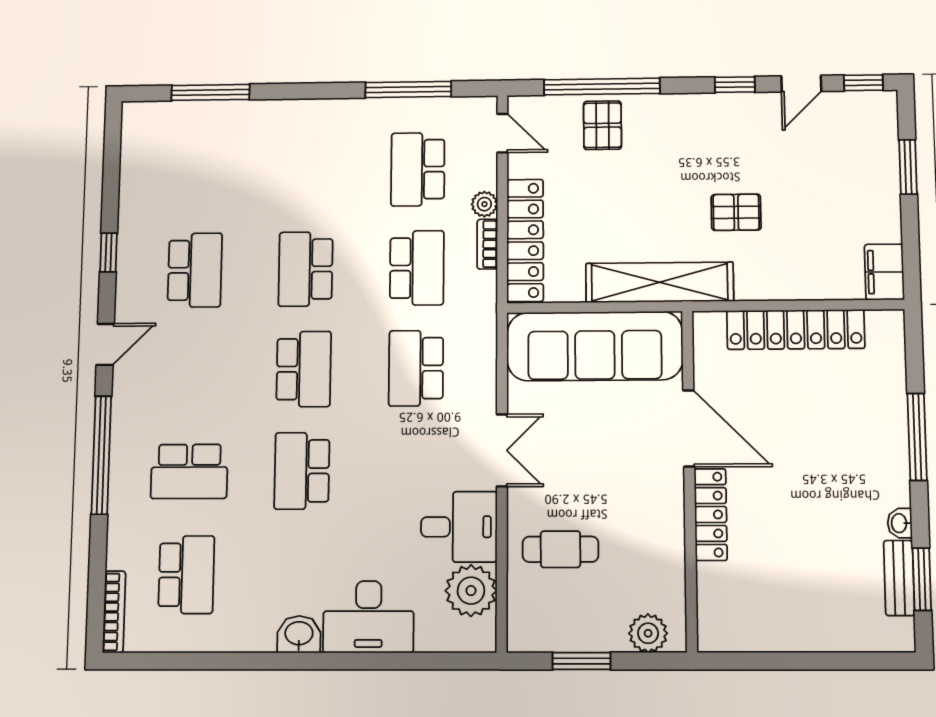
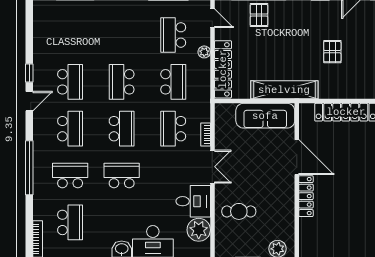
pallet: (736, 212) -> (332, 52), moved, turned 90
bookcase: (487, 244) -> (206, 135), moved
door: (105, 344) -> (29, 101), moved
sofa: (595, 346) -> (265, 116), width x0.74, depth x0.79
school desk: (192, 370) -> (70, 129), added
school desk: (189, 471) -> (70, 176), turned 180
school desk: (302, 471) -> (122, 176), turned 90

